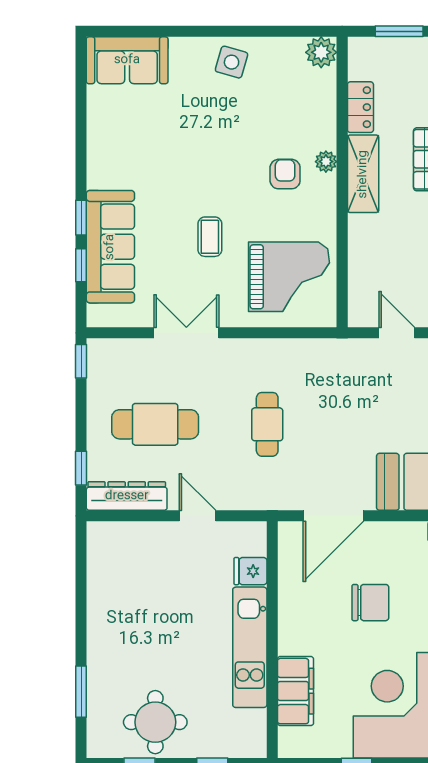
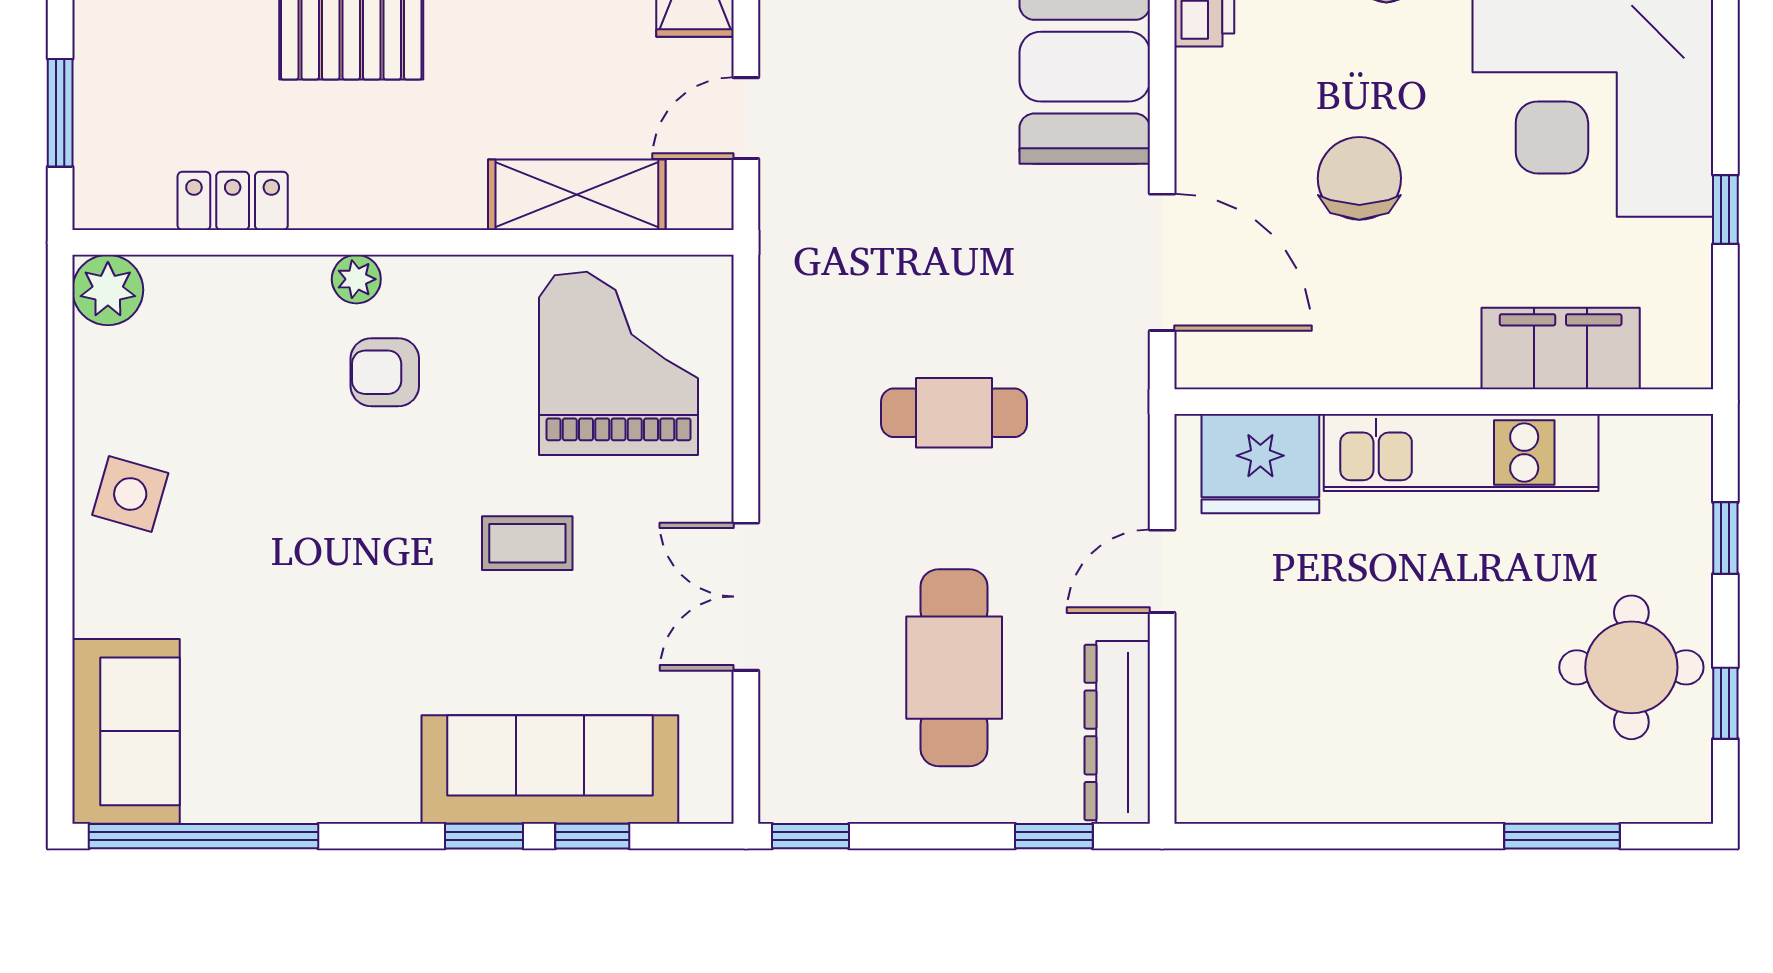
window: (81, 94) -> (203, 836), added
shelving: (363, 174) -> (577, 195), moved
fridge: (250, 571) -> (1260, 464), width x1.88, depth x1.34

